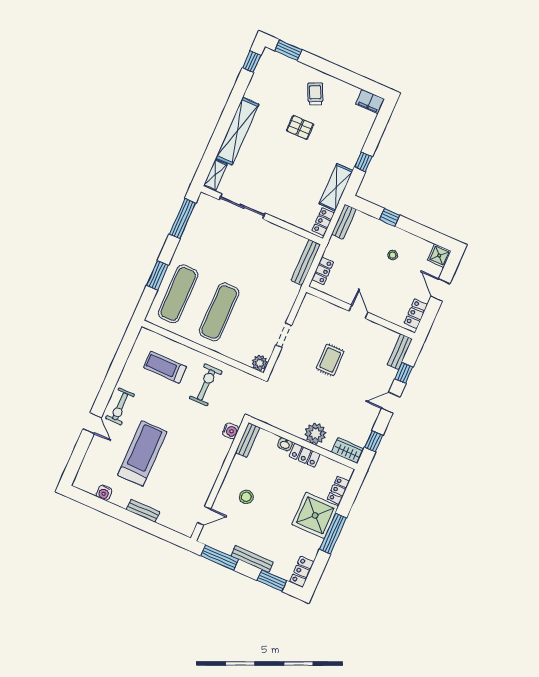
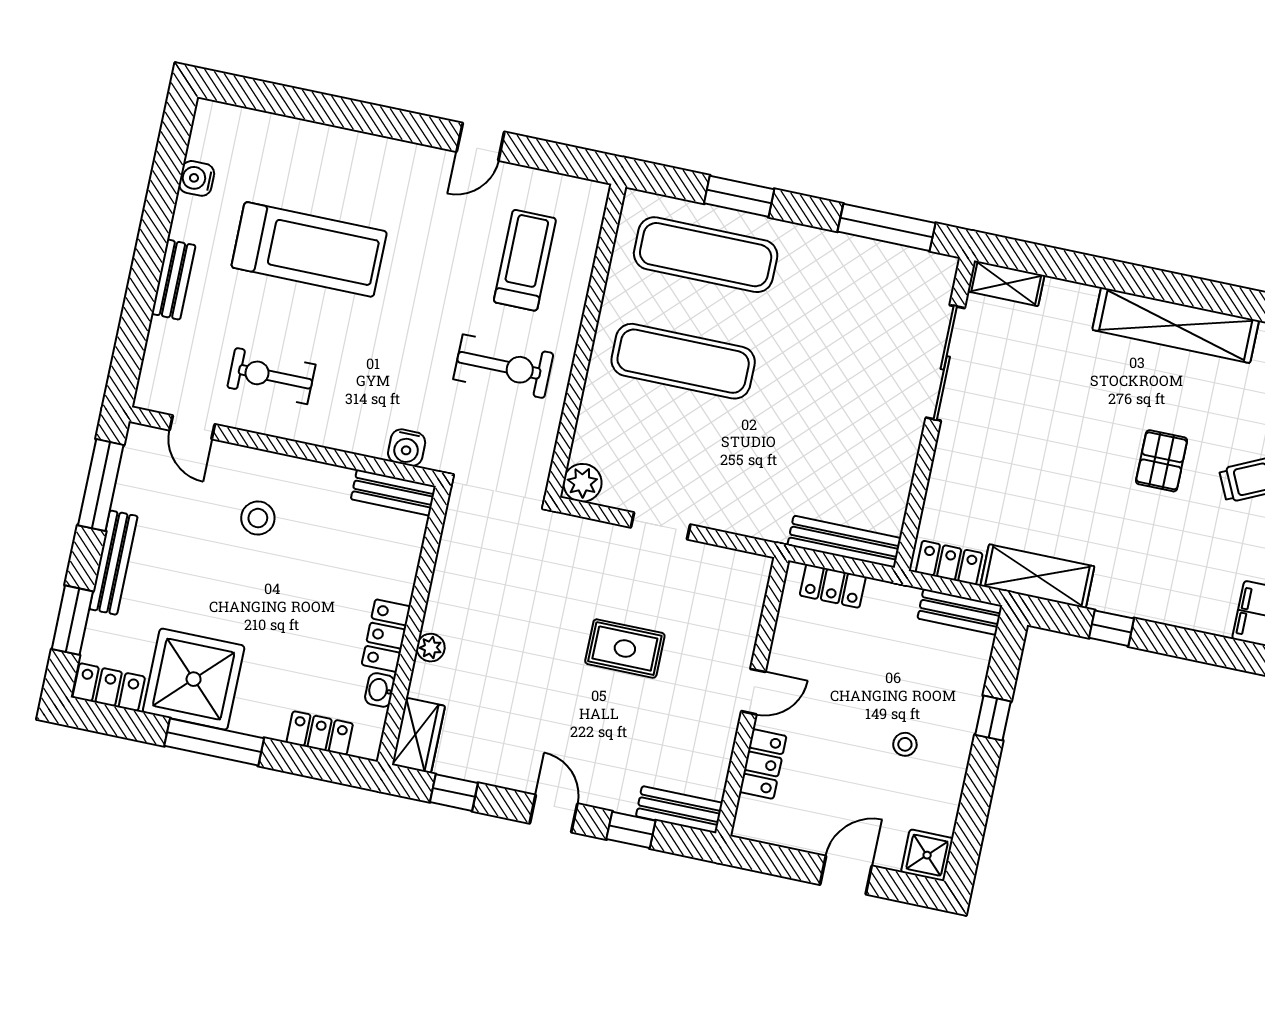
shelving: (237, 131) -> (1176, 325), moved
locker: (416, 314) -> (763, 764), moved, turned 90
exercise bike: (120, 406) -> (271, 376), moved
door: (92, 423) -> (480, 142), moved
plant: (315, 434) -> (431, 648), width x0.53, depth x0.53
washbasin: (285, 444) -> (380, 690), moved
shower: (315, 515) -> (194, 679), moved

